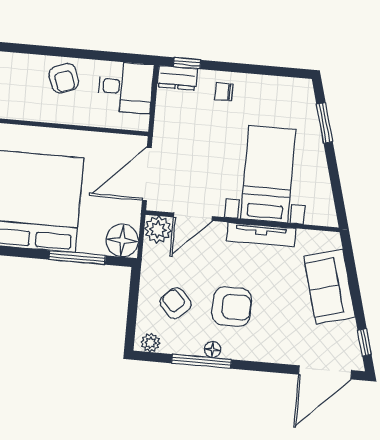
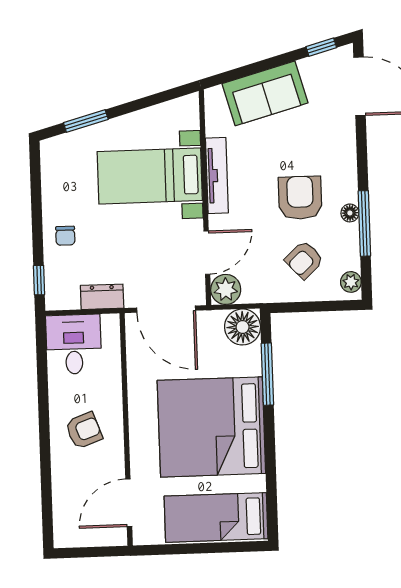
armchair: (64, 78) -> (84, 430), moved
dresser: (177, 78) -> (102, 297), moved, turned -90
door: (193, 217) -> (207, 253), hinge flipped

